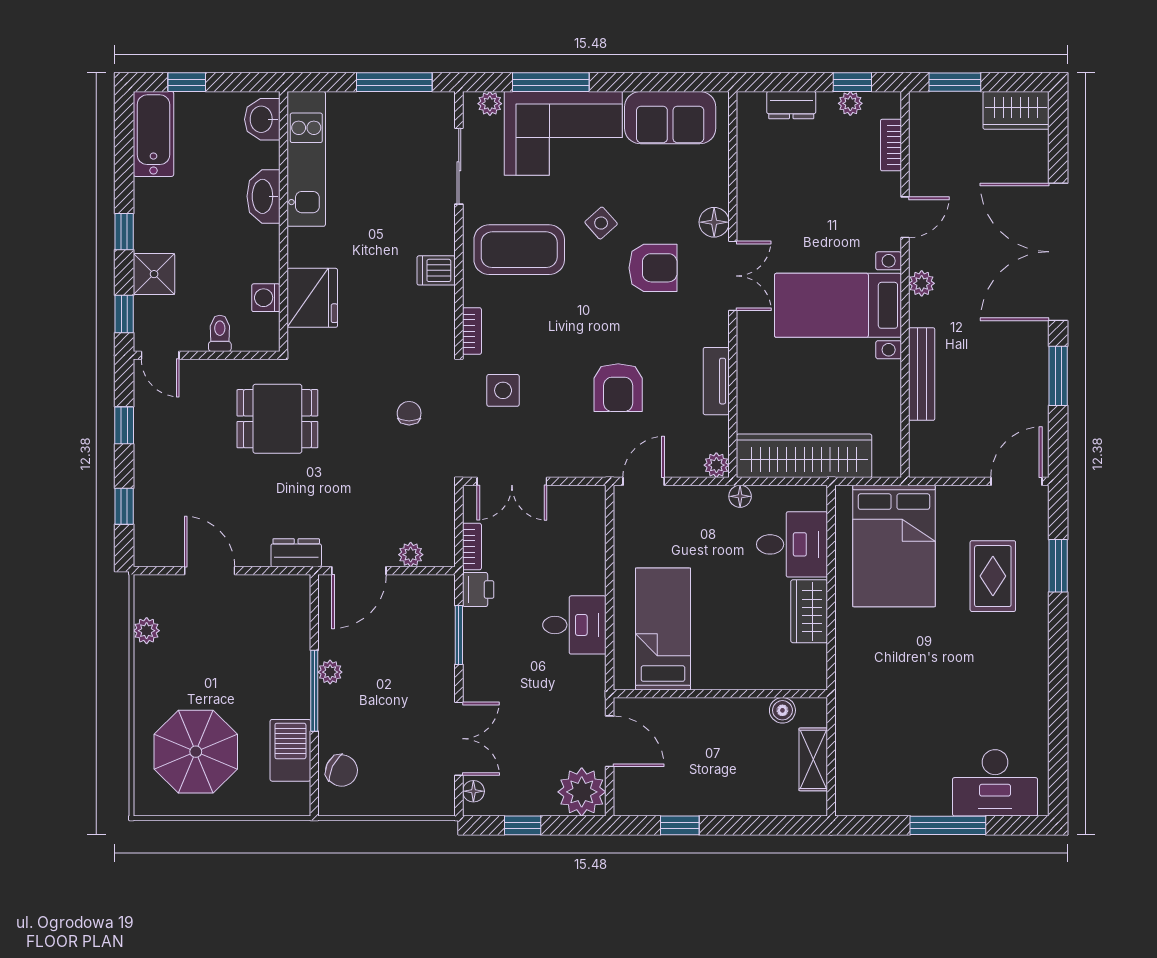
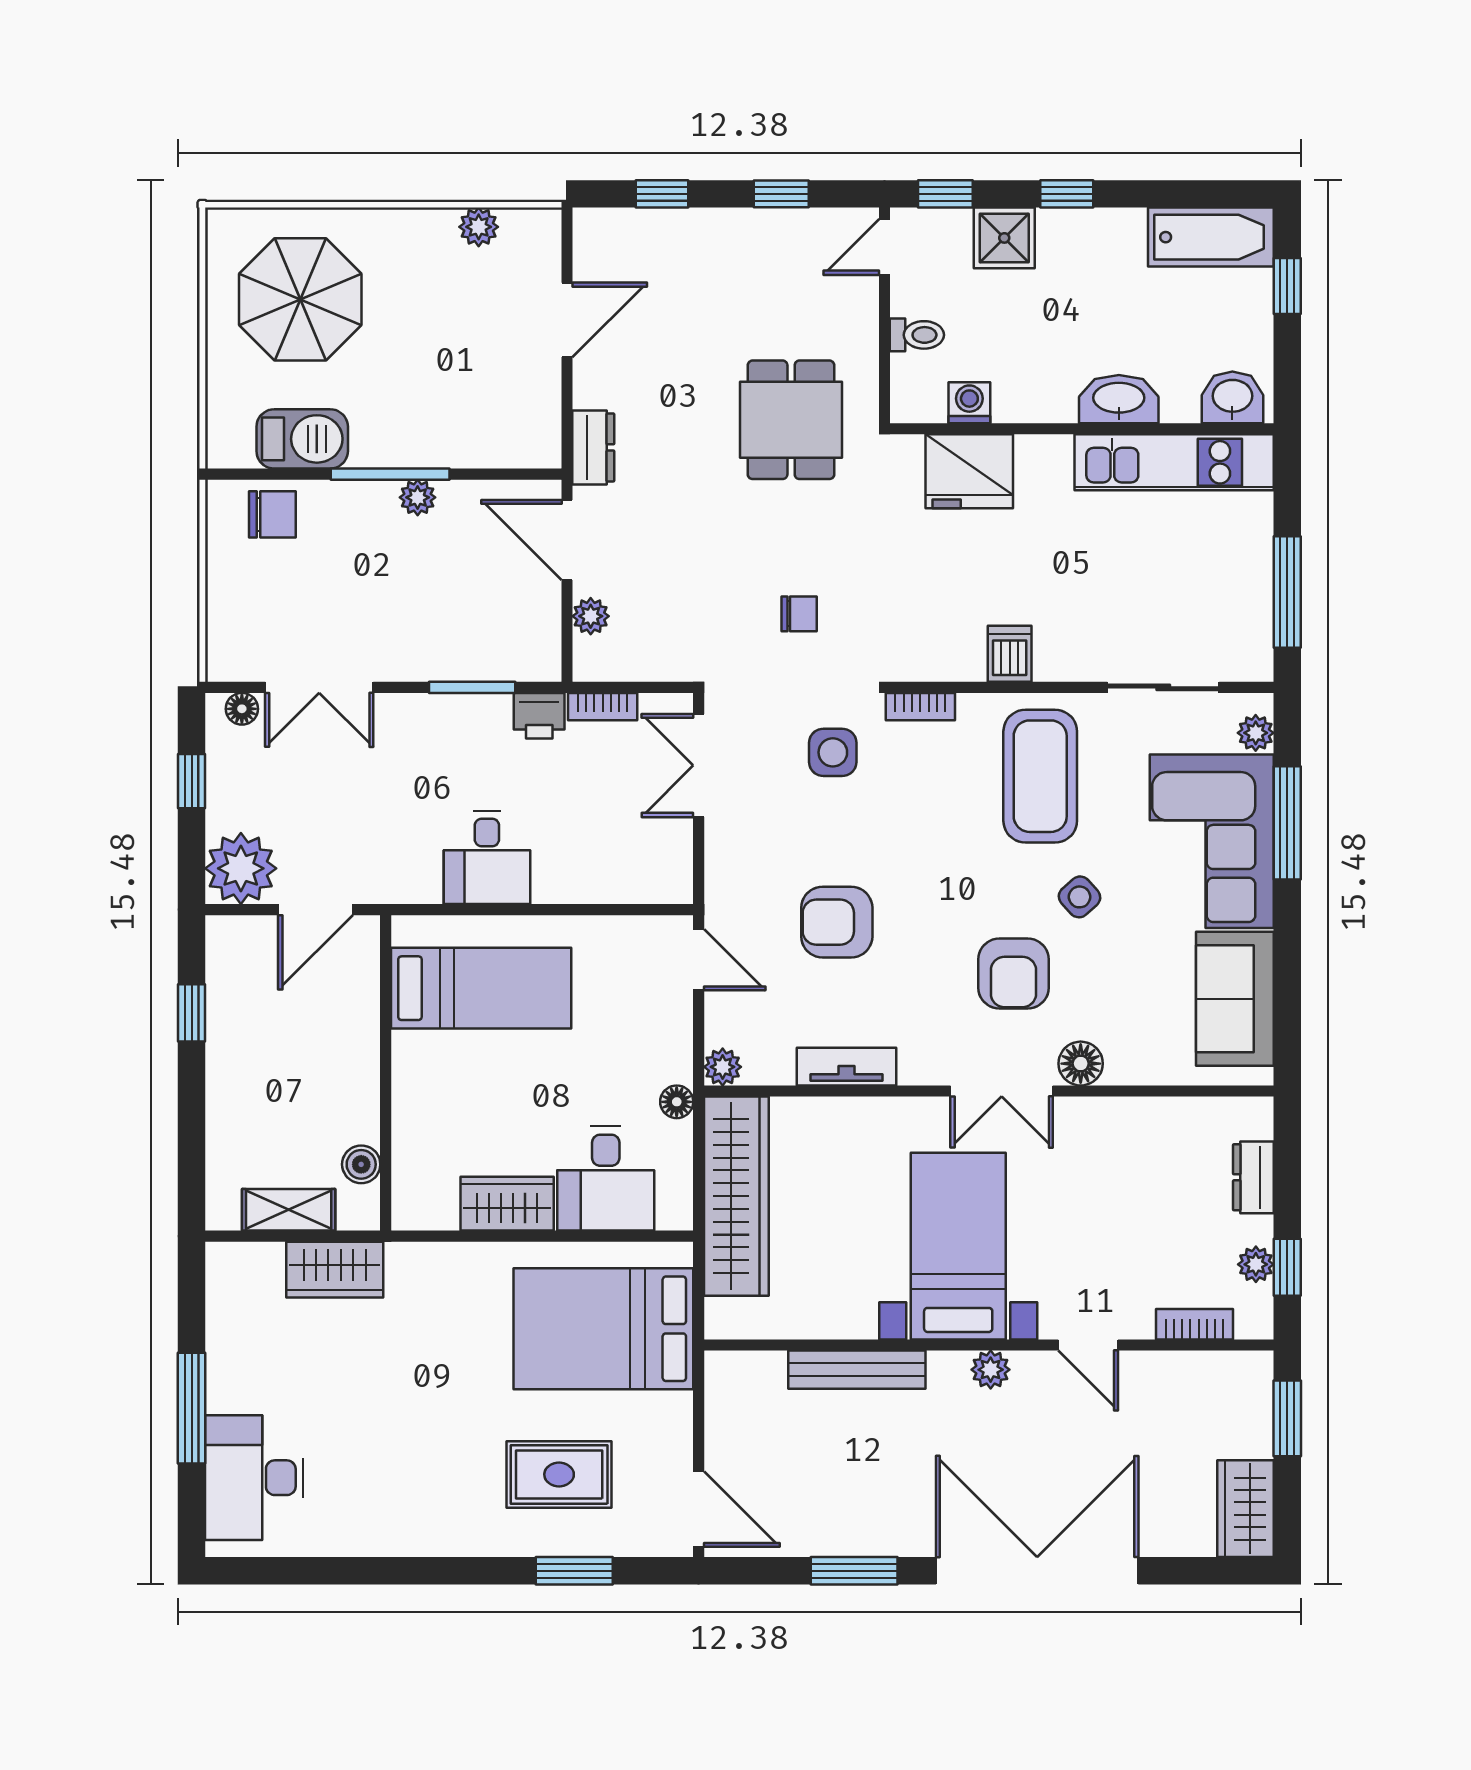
wardrobe: (854, 728) -> (335, 1270), added
chair: (342, 770) -> (272, 514), turned -116

